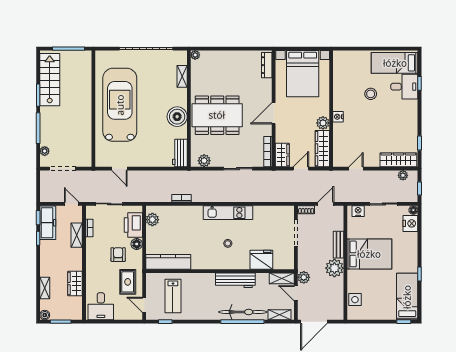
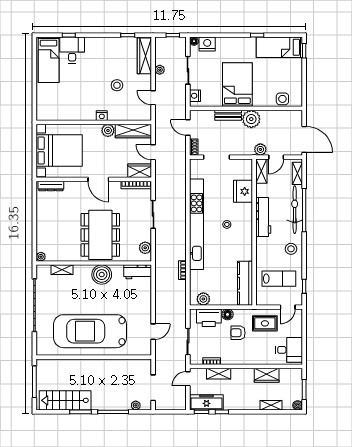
stool: (371, 94) -> (117, 85), moved
plant: (403, 175) -> (160, 70), moved
kitchen unit: (228, 213) -> (197, 224), width x1.86
stool: (203, 308) -> (291, 249), added

